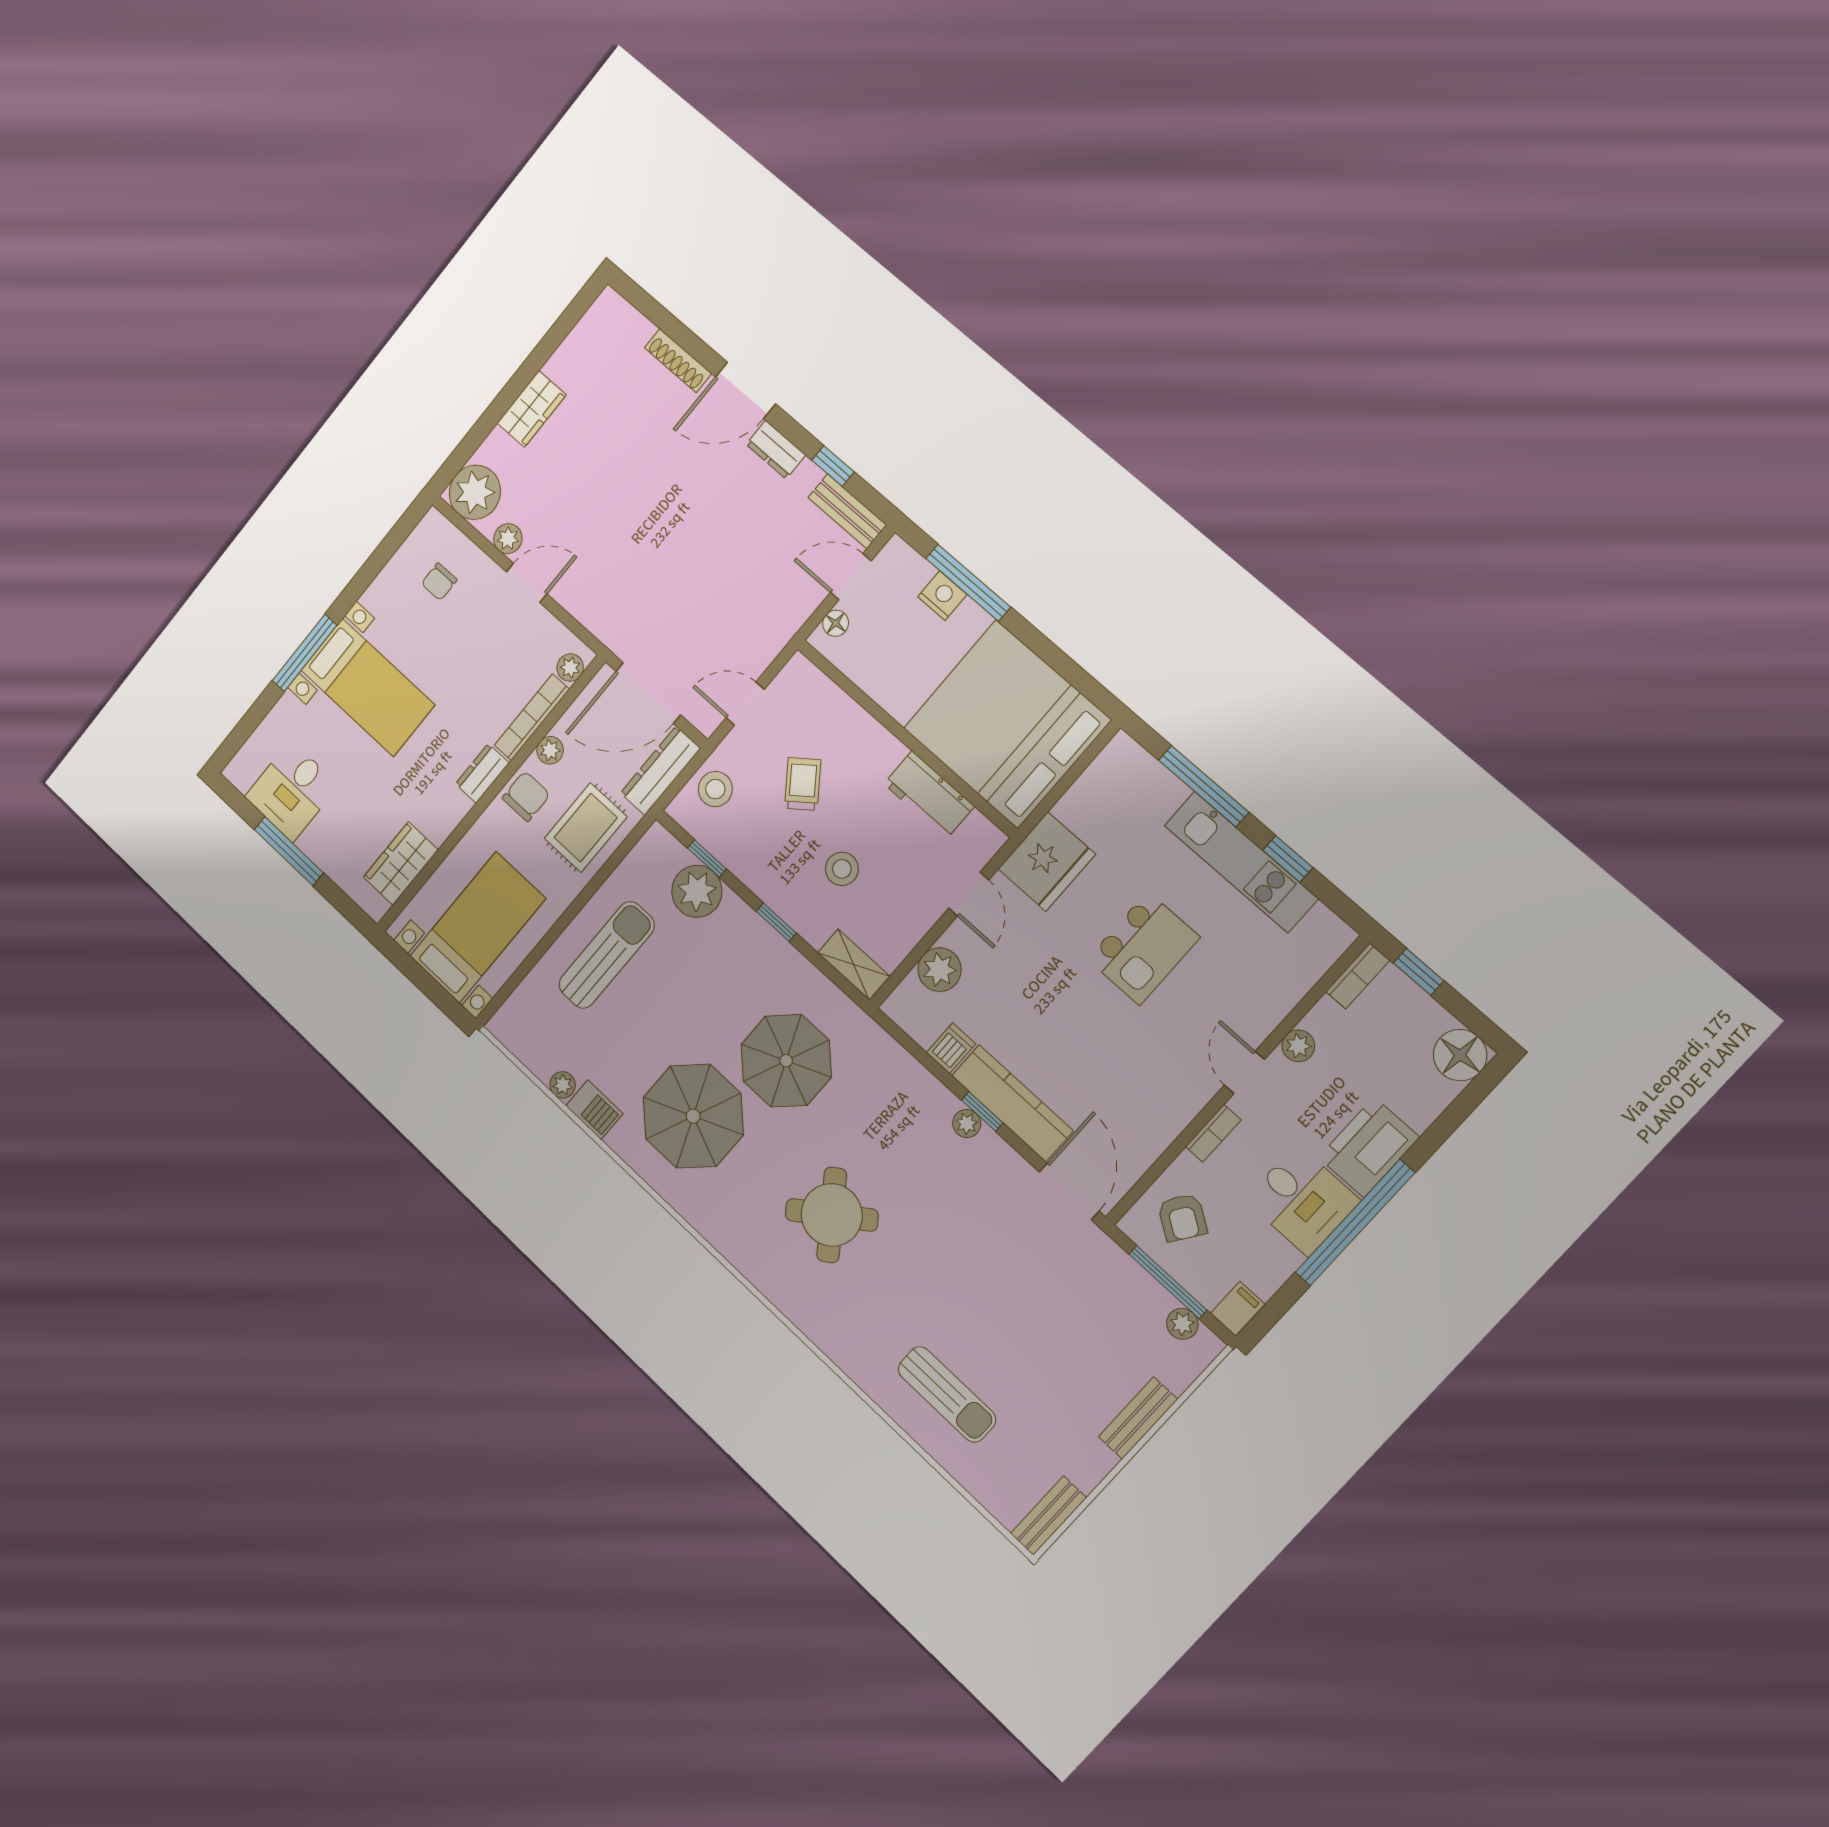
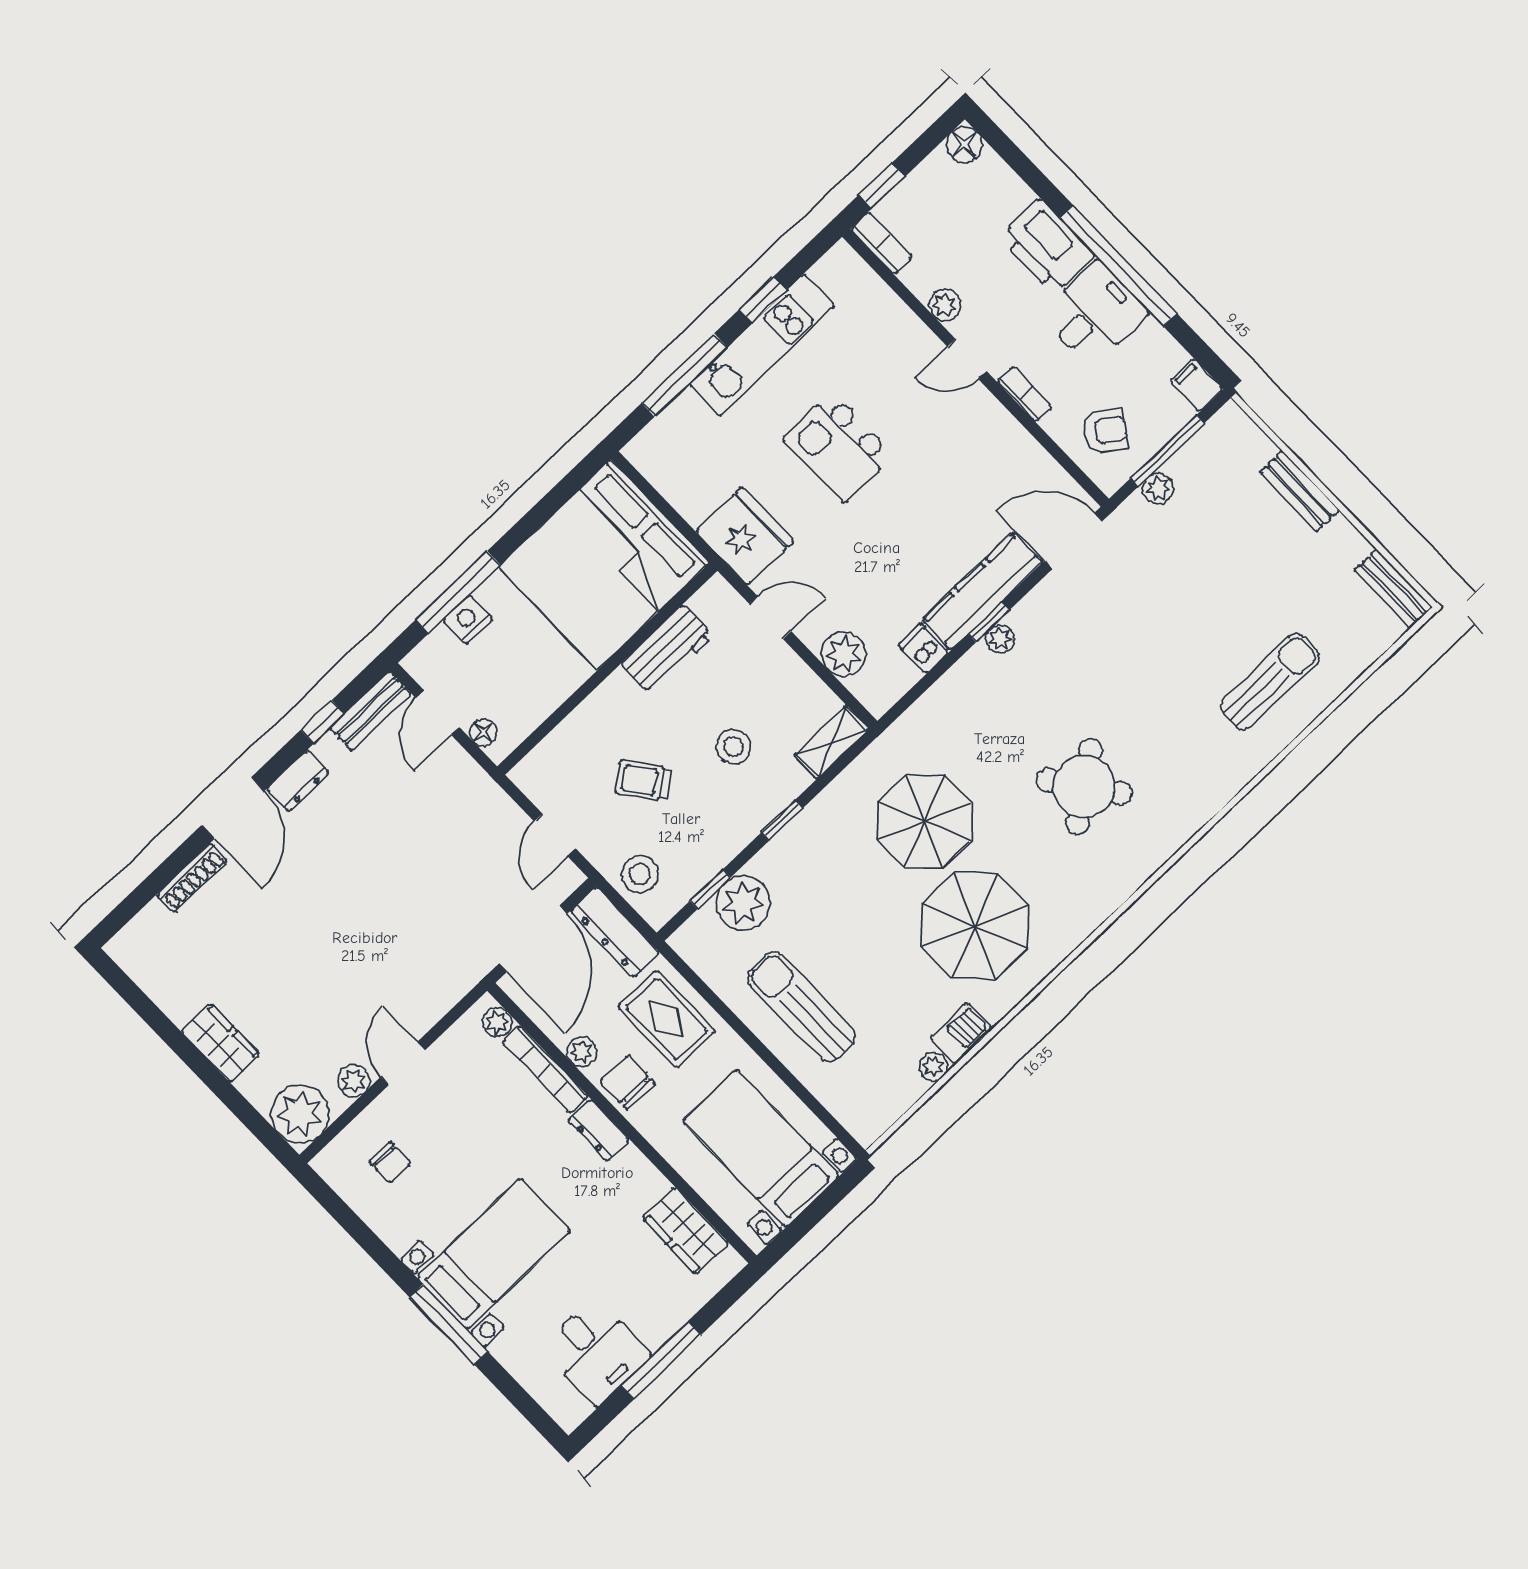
kitchen island: (1144, 948) -> (838, 447), turned 180
floor lamp: (1460, 1055) -> (964, 145), width x0.73, depth x0.73
plant: (1182, 1324) -> (1158, 489), moved

